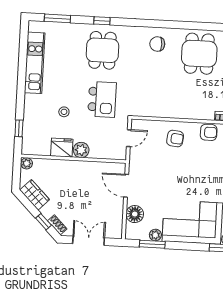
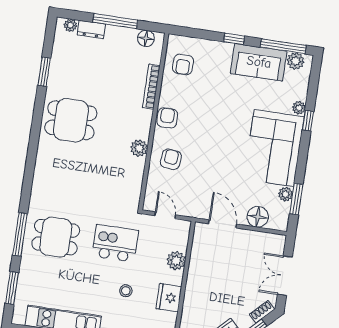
window: (102, 21) -> (20, 234), width x2.17
chair: (157, 44) -> (54, 170), removed
plant: (182, 112) -> (139, 148), added
plant: (81, 150) -> (176, 261), moved
door: (126, 186) -> (222, 224), swing flipped

